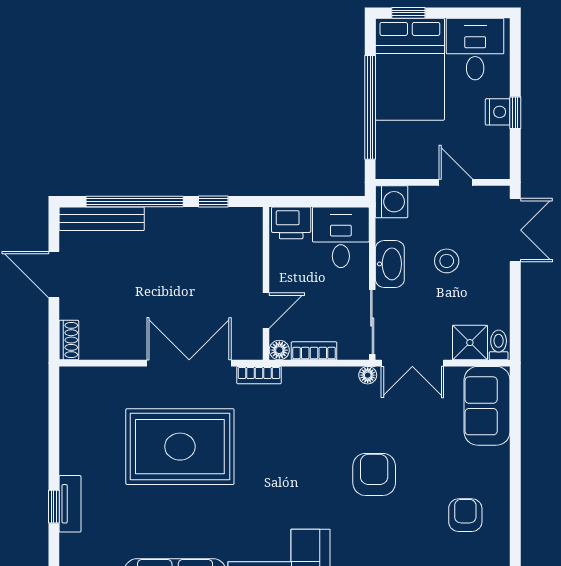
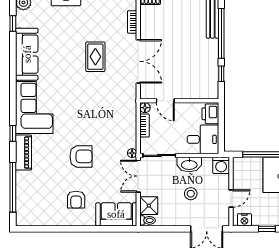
nightstand: (498, 112) -> (244, 220), moved
bookcase: (259, 375) -> (132, 22), moved
rug: (180, 447) -> (95, 57), width x0.54, depth x0.49
armchair: (465, 515) -> (76, 200), moved, turned 90

